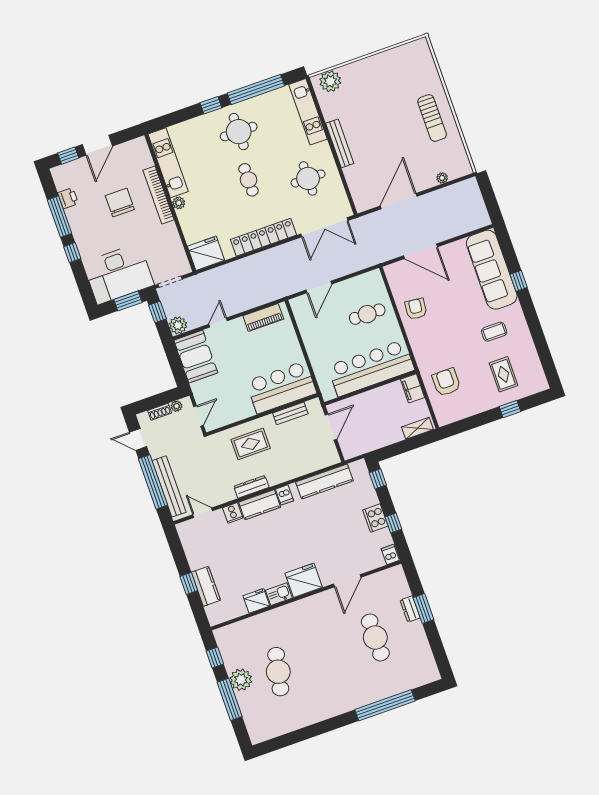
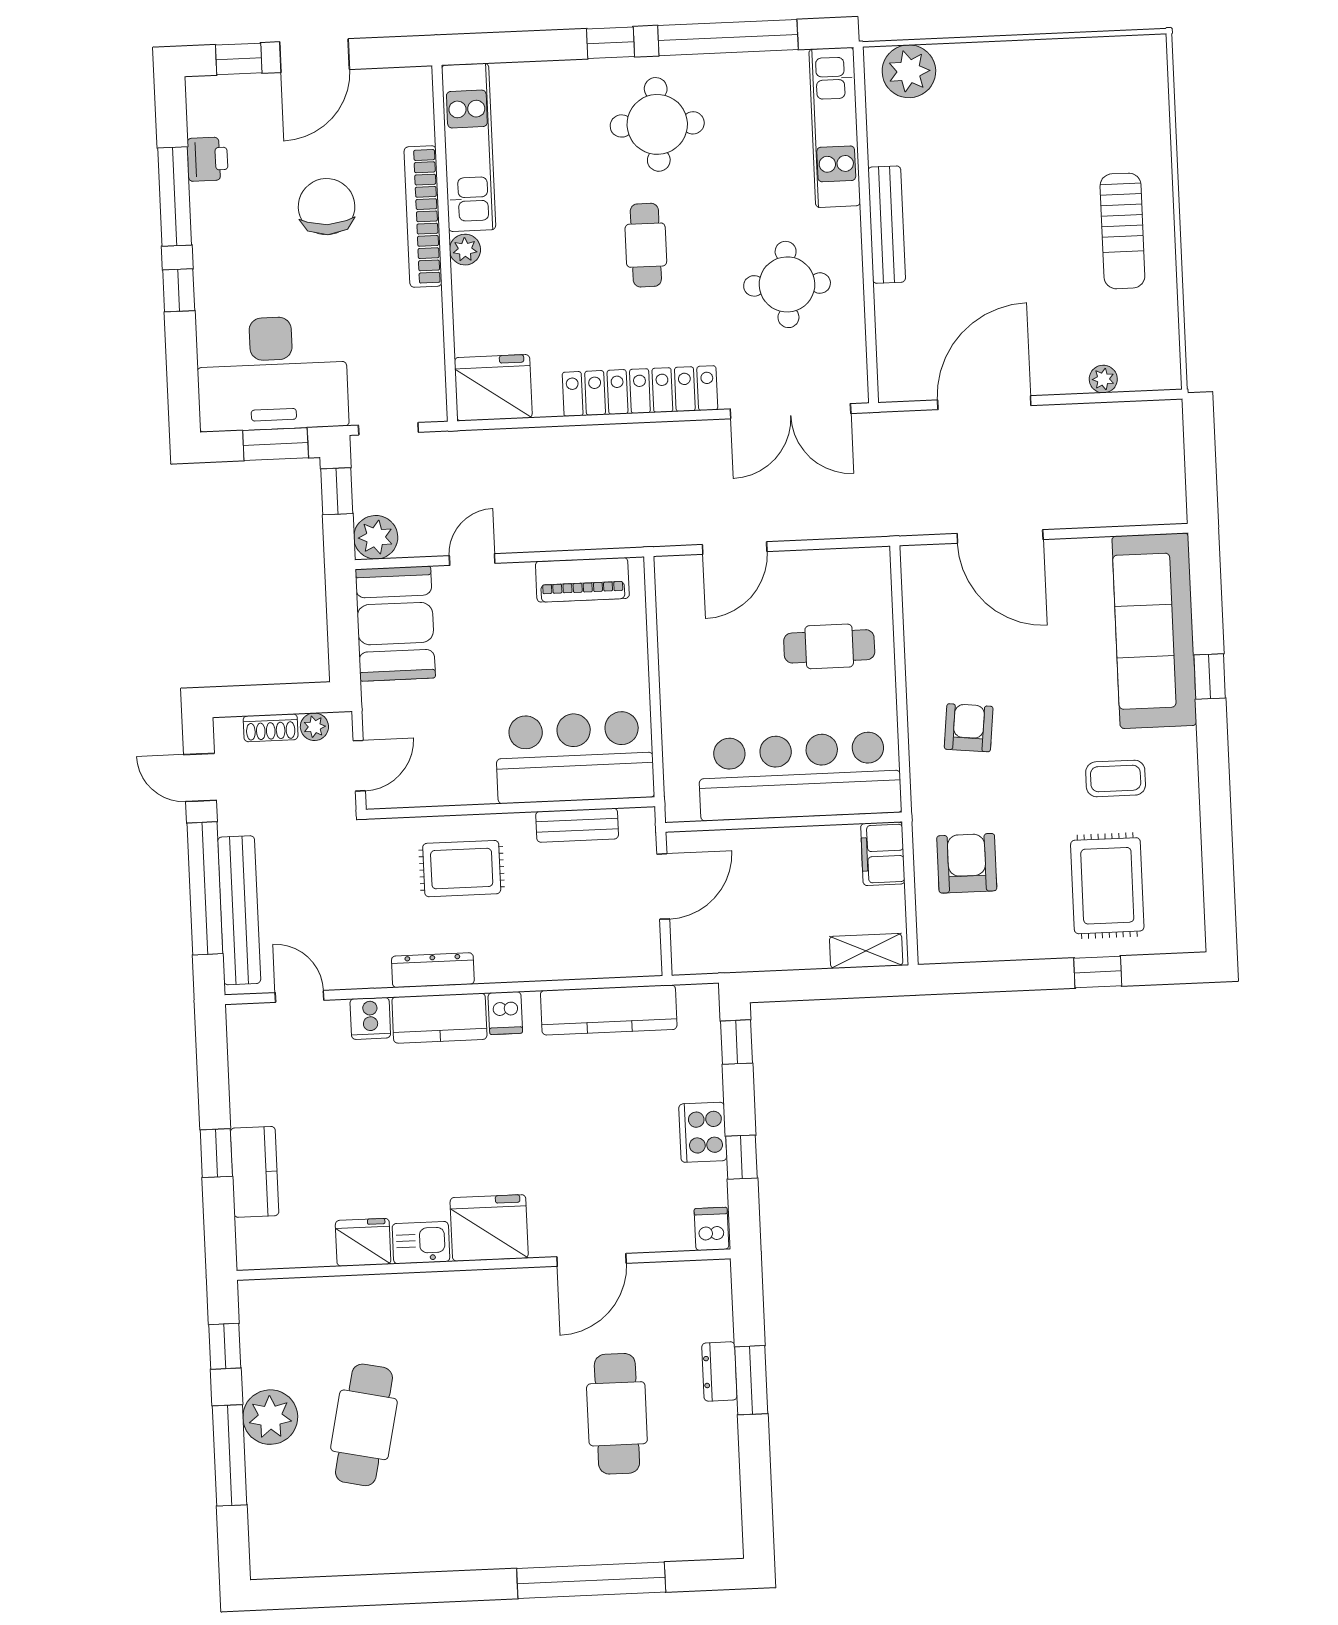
armchair: (416, 309) -> (969, 728), moved
rug: (504, 374) -> (1107, 886), width x1.36, depth x1.43

